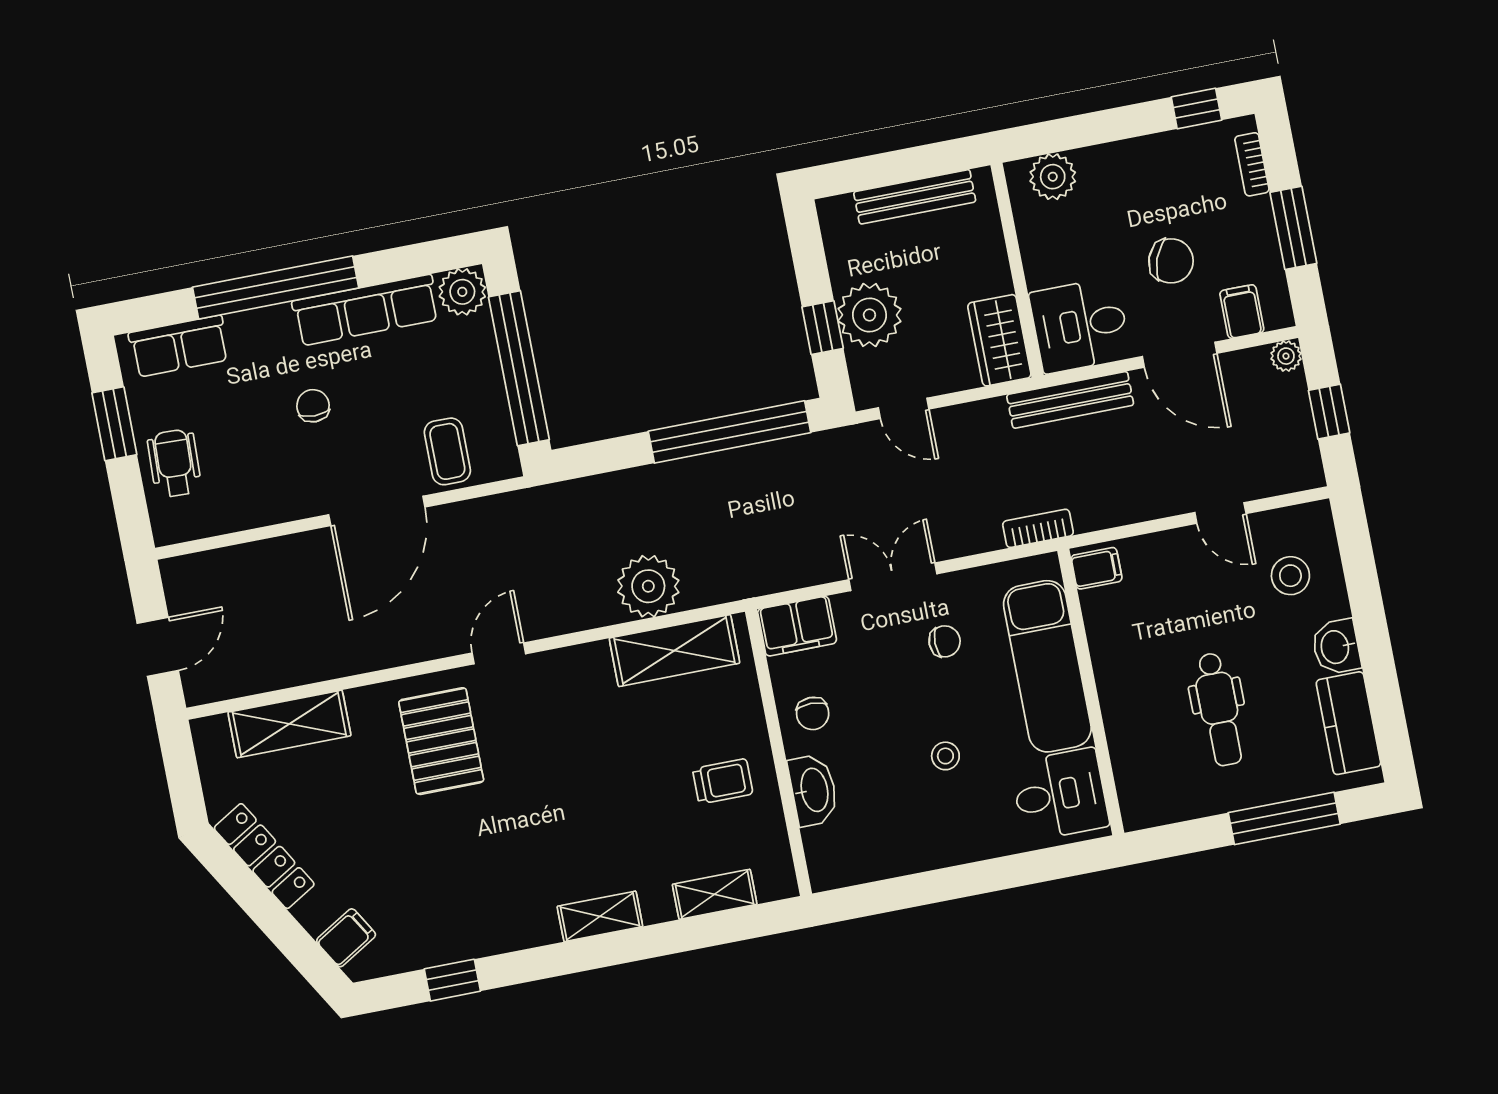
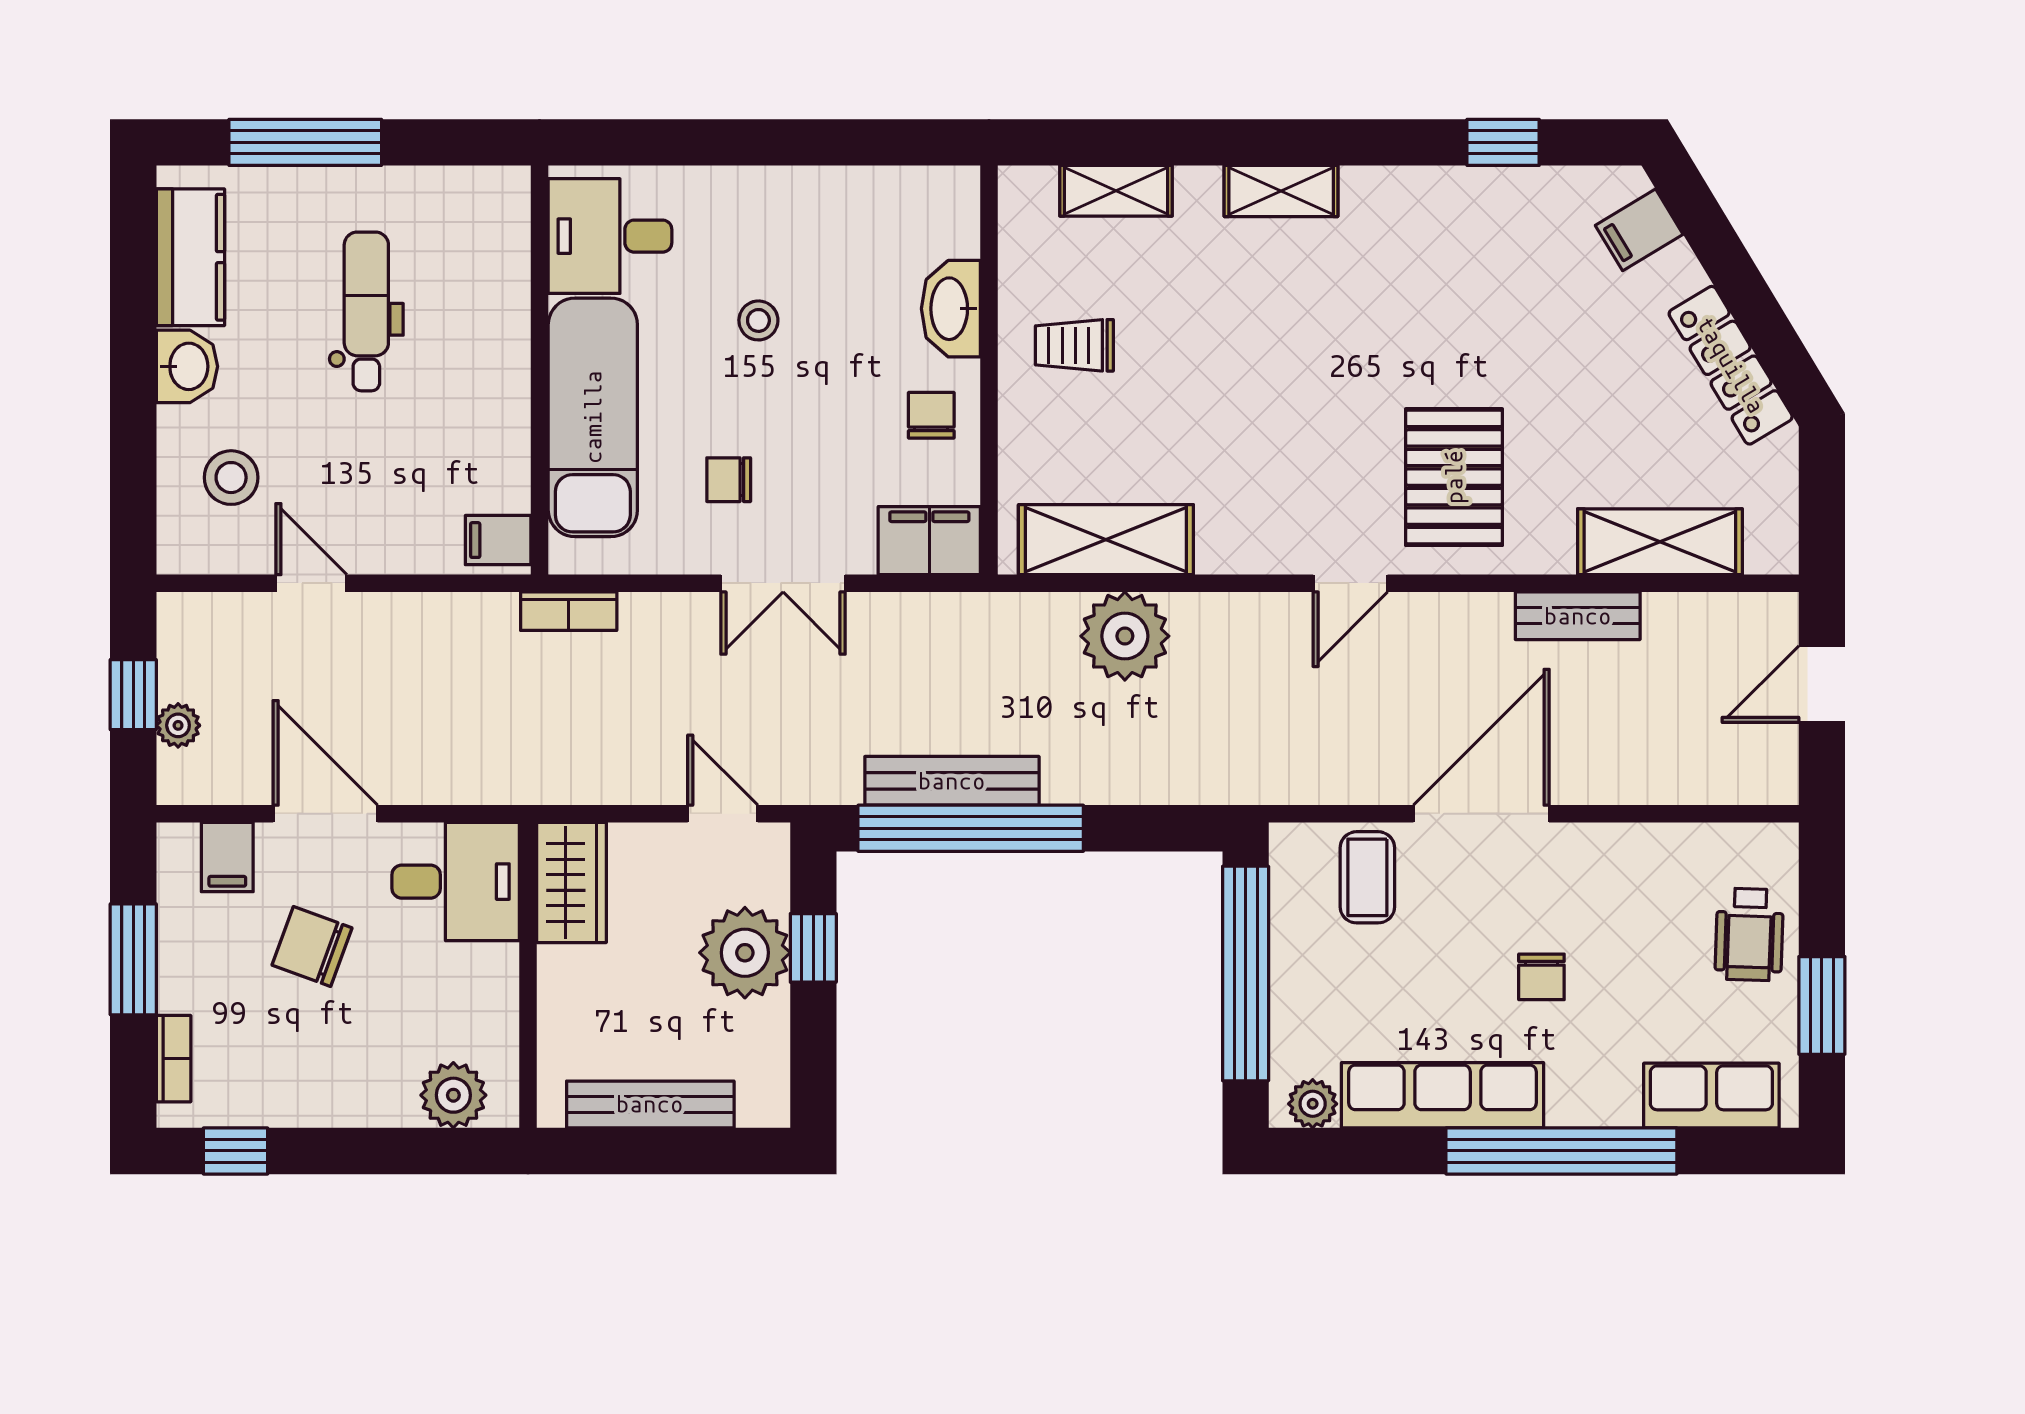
plant: (462, 292) -> (1313, 1104), width x0.73, depth x0.73
plant: (1286, 356) -> (178, 725), moved
bench: (1070, 400) -> (952, 781), moved
bench: (337, 661) -> (1578, 616), added

